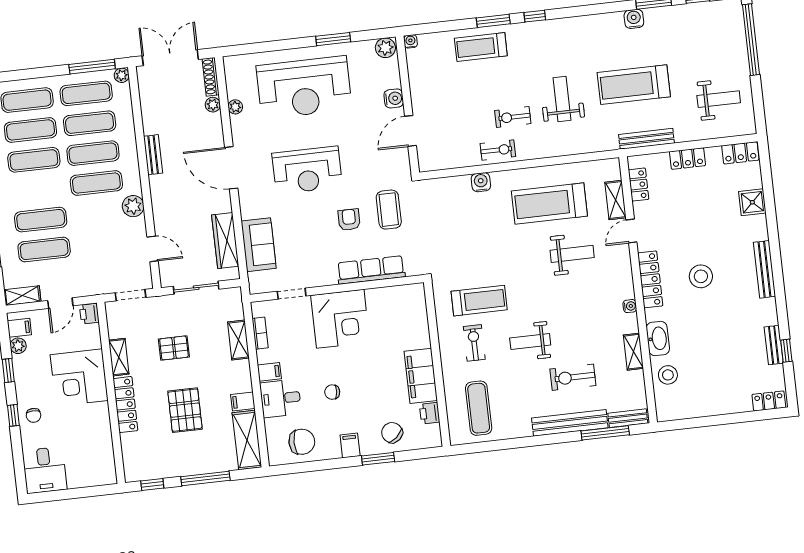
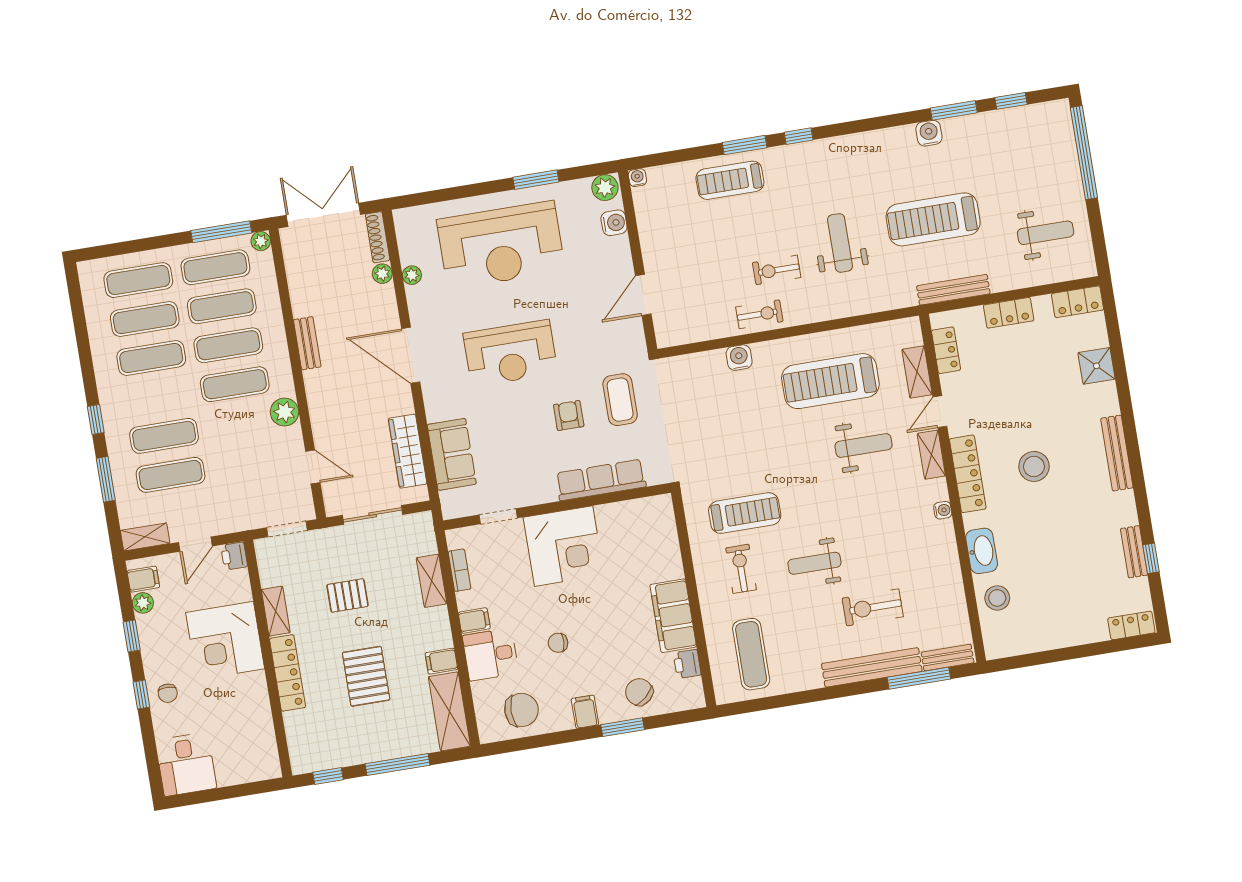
water cooler: (394, 98) -> (614, 223), moved
shelving: (633, 352) -> (931, 455), moved

